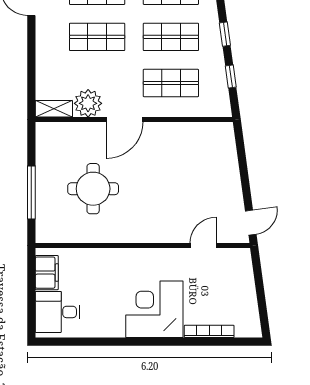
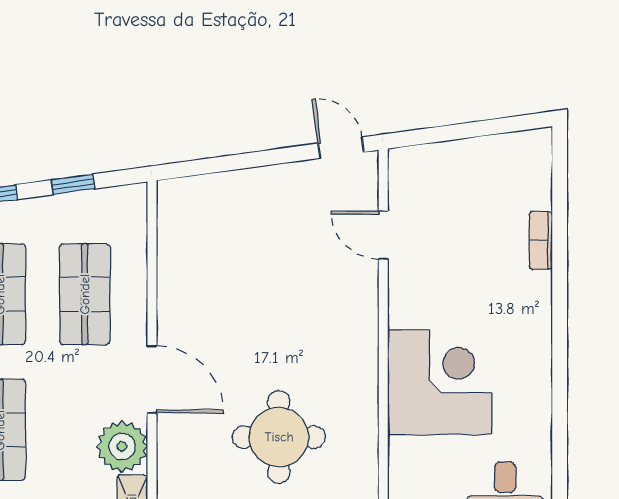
corner desk: (154, 309) -> (440, 382), moved, turned 180
bookcase: (209, 331) -> (541, 240), width x0.64

